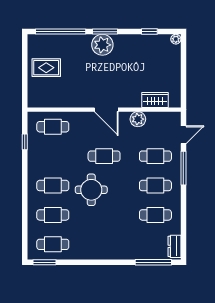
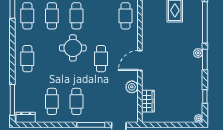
plant: (102, 45) -> (198, 53), width x0.53, depth x0.53
cafe table: (155, 156) -> (27, 59), moved

